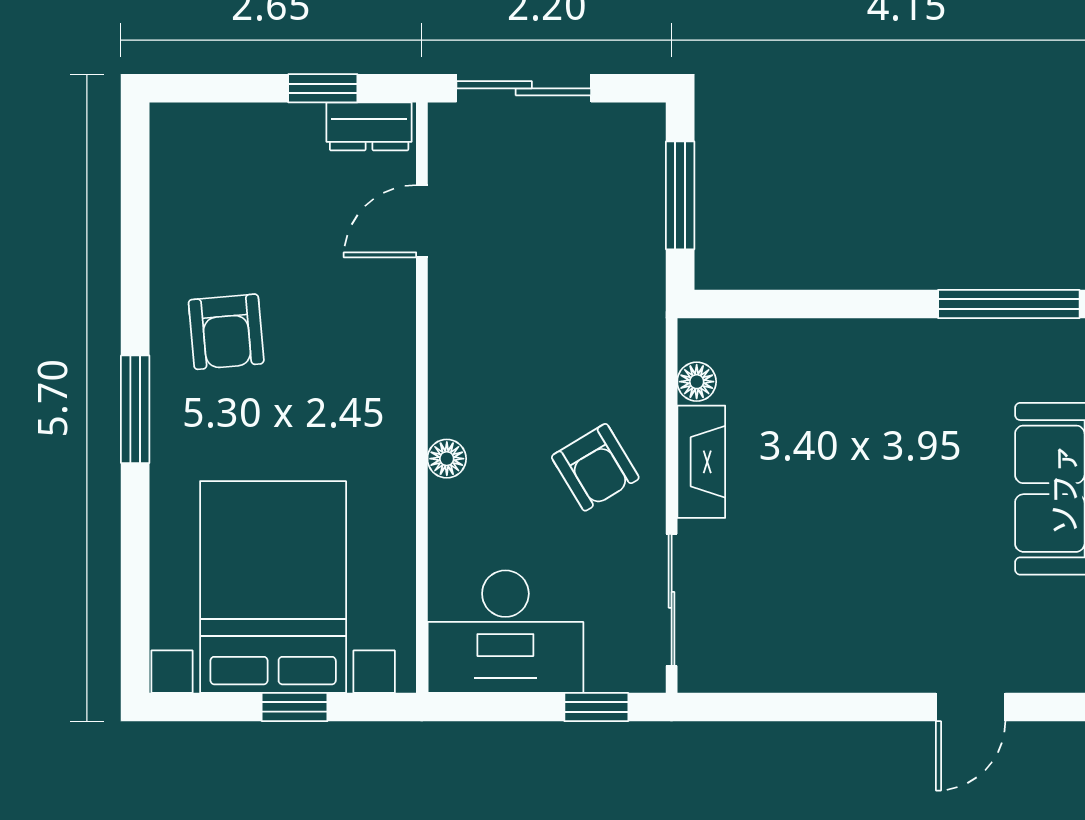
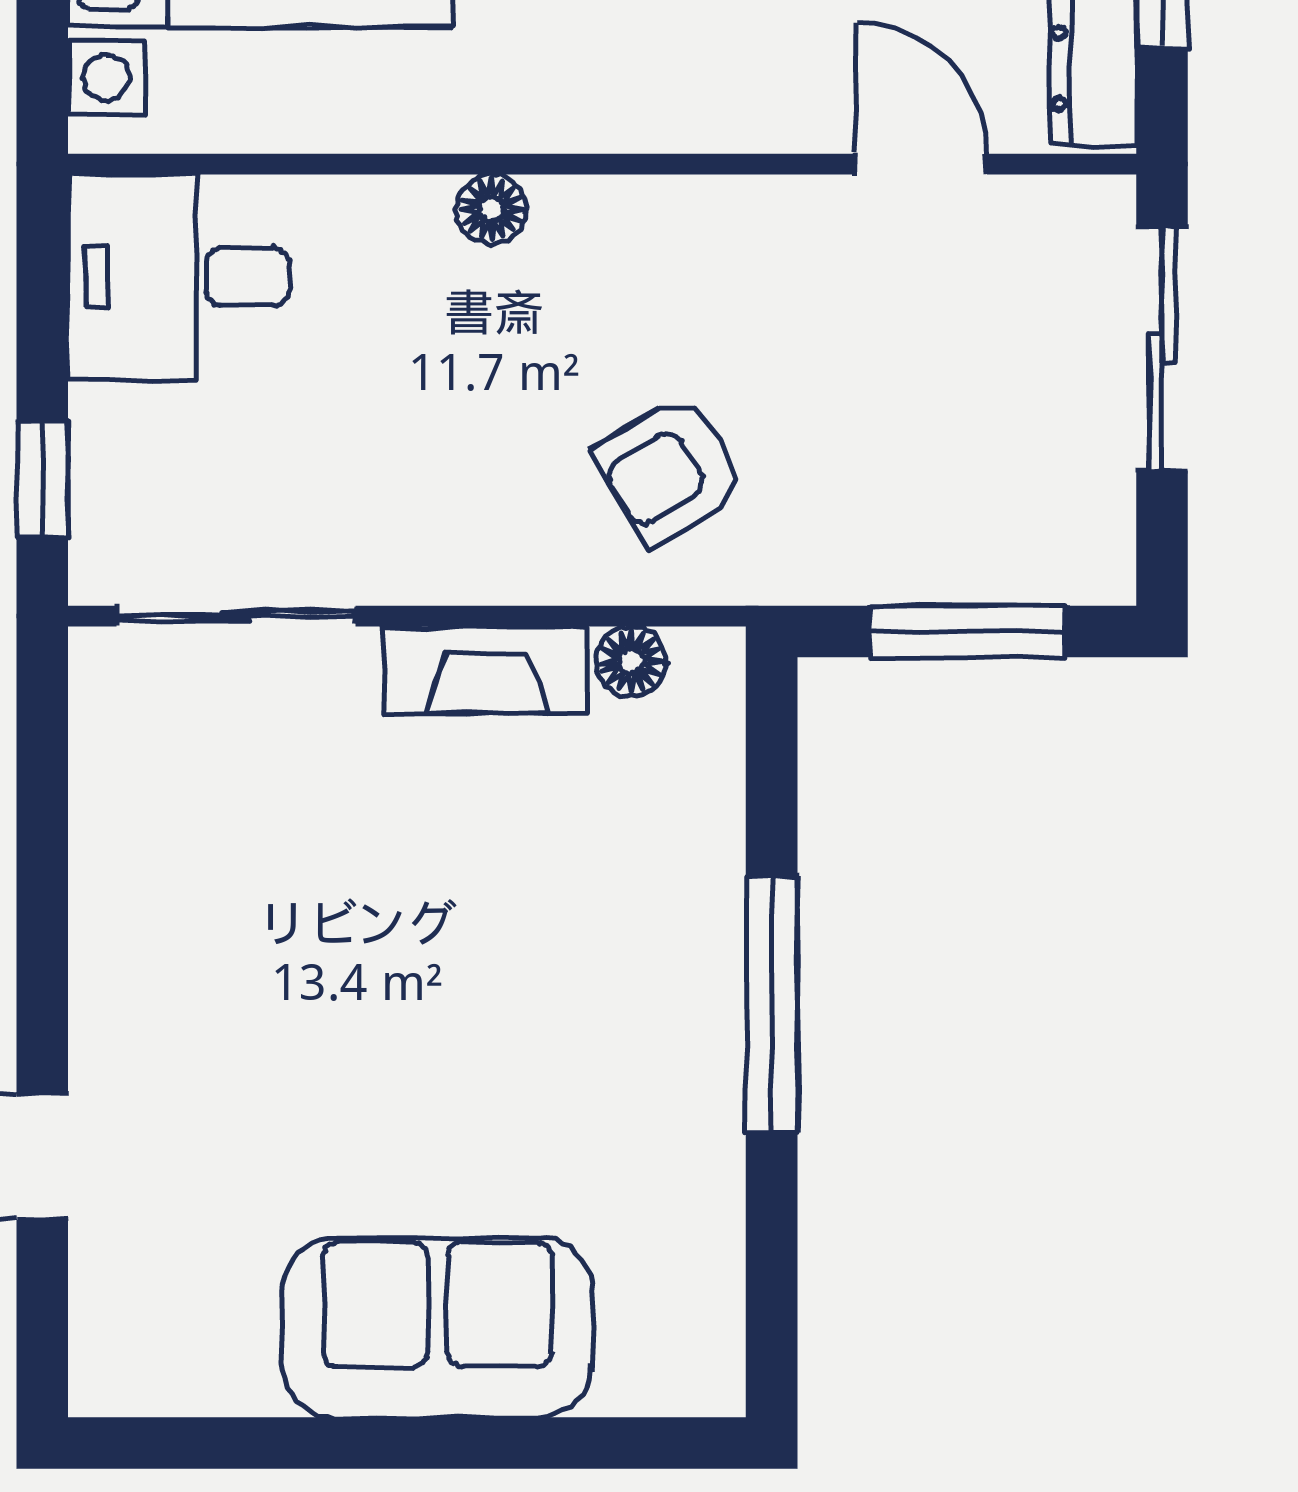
window: (1009, 304) -> (772, 1004), moved
armchair: (595, 467) -> (670, 470), moved
desk: (505, 632) -> (179, 277), width x0.73

